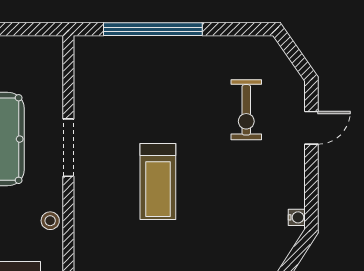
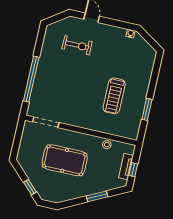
doorway: (68, 148) -> (46, 122), moved
treadmill: (158, 181) -> (114, 96), moved, turned 90

